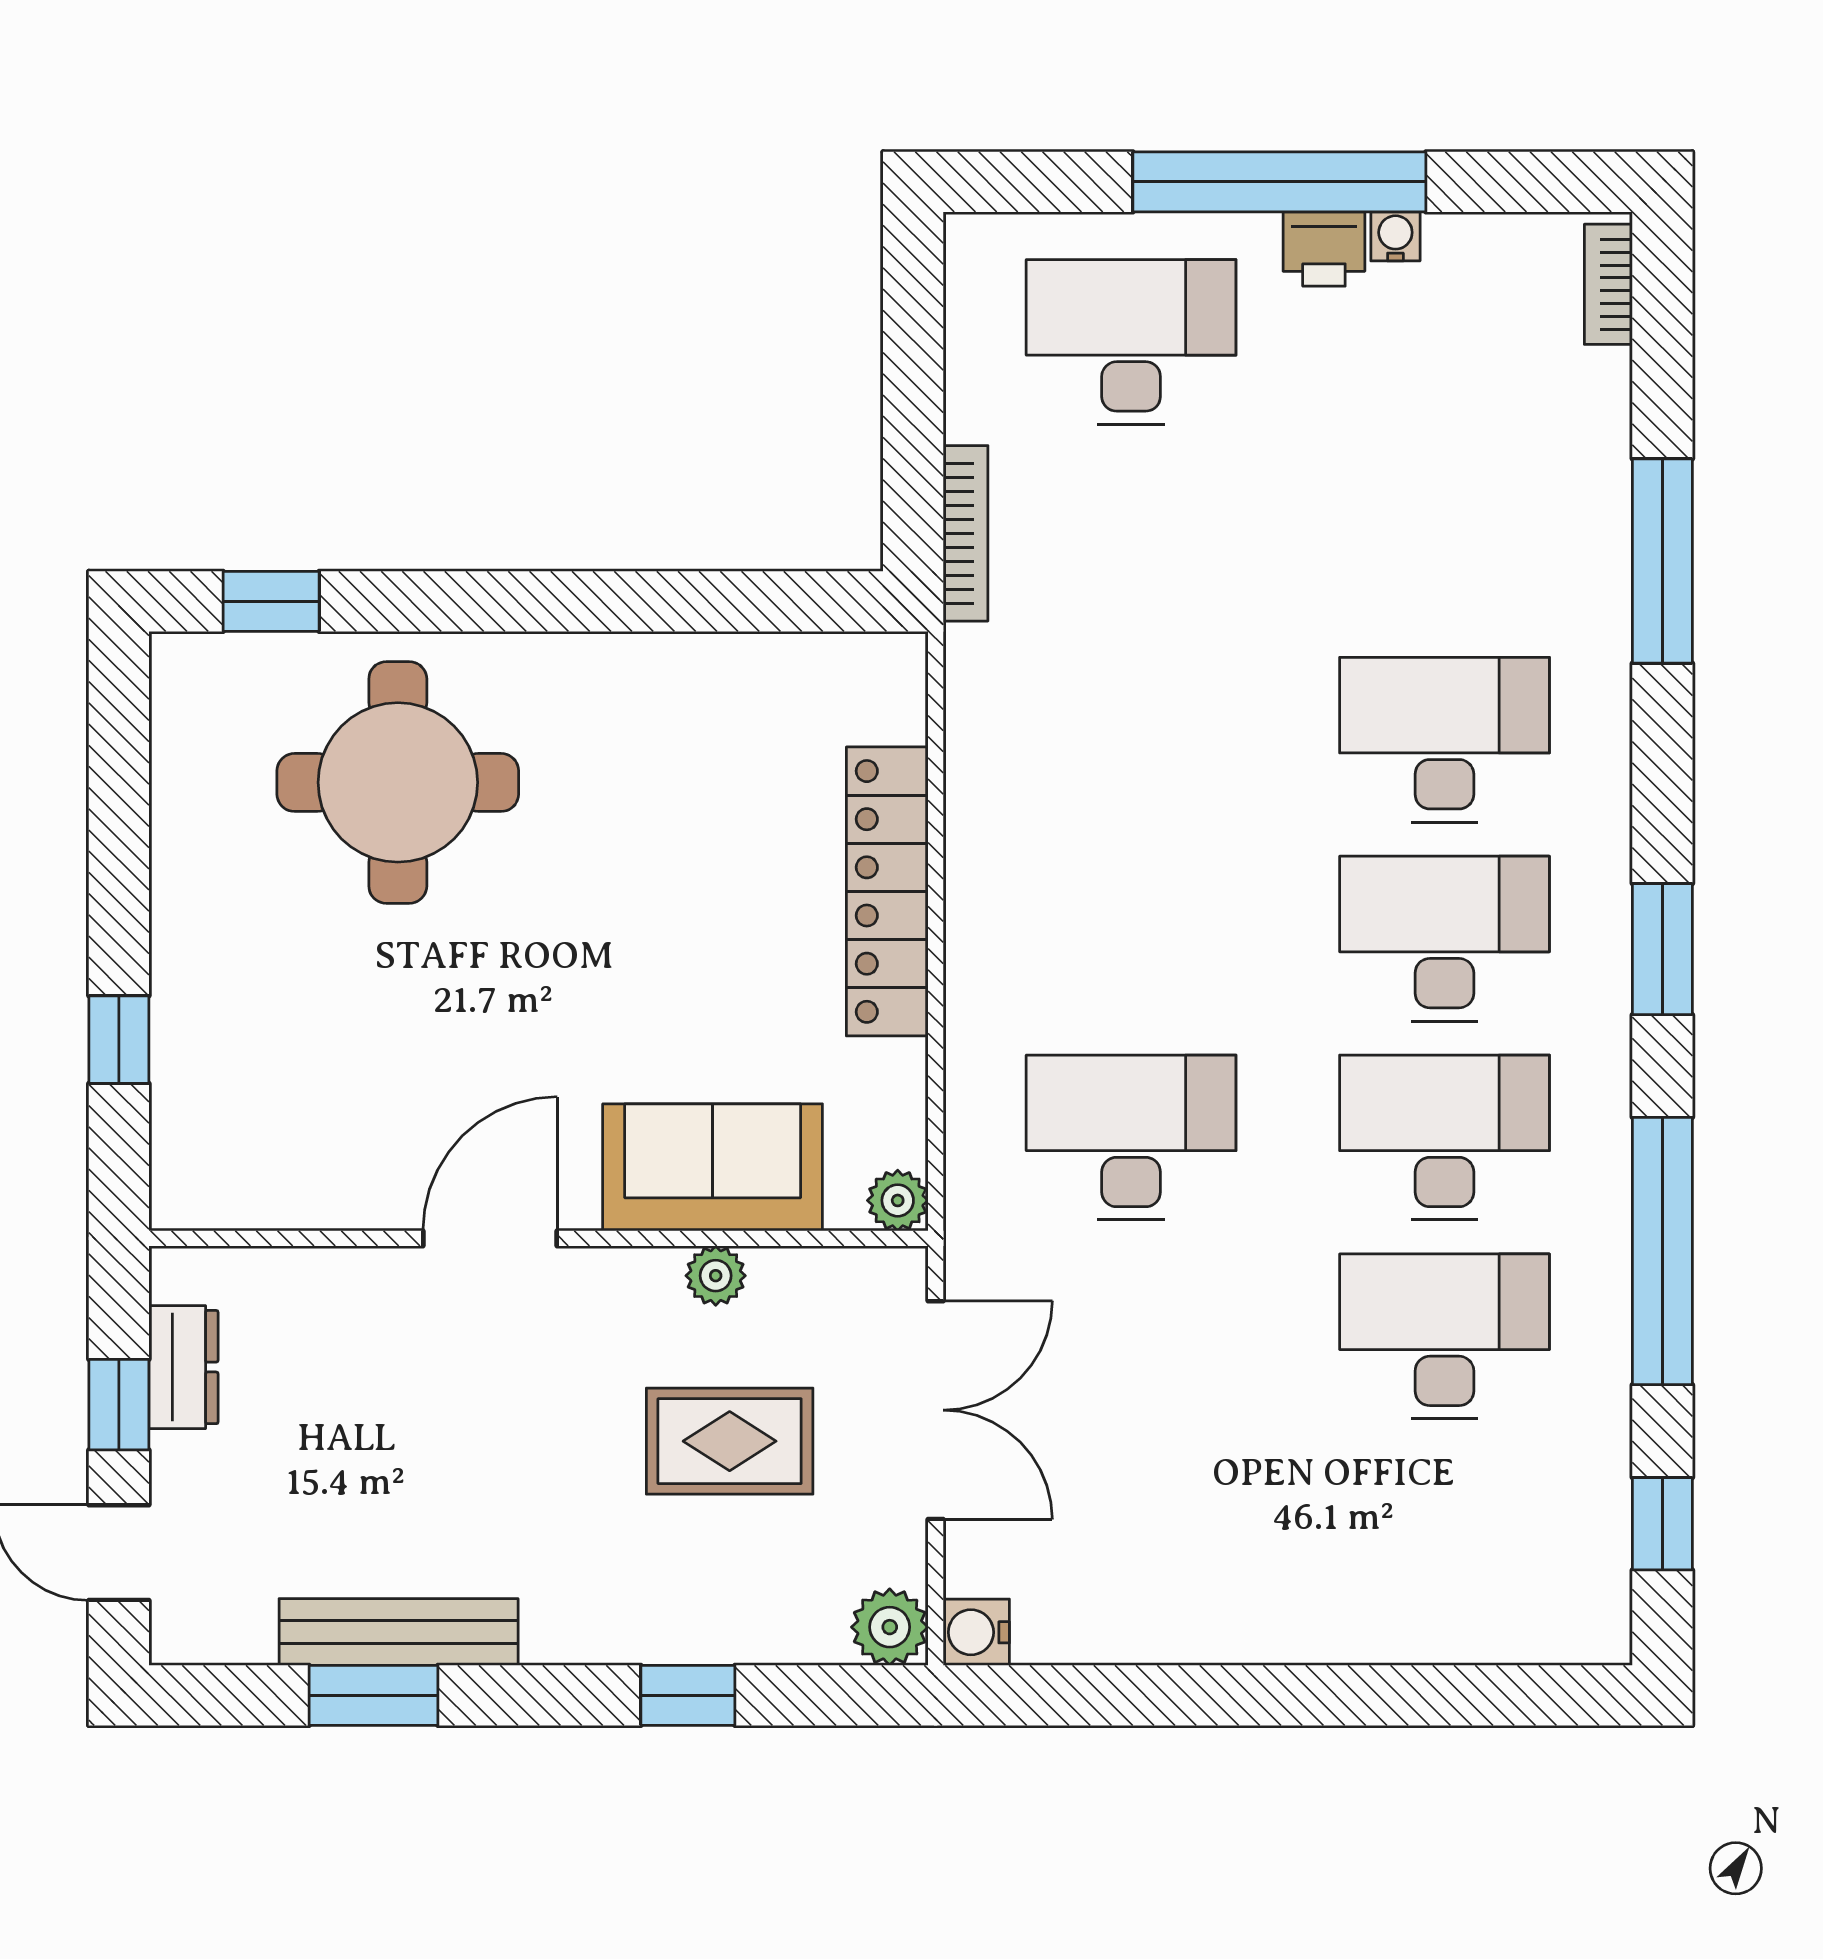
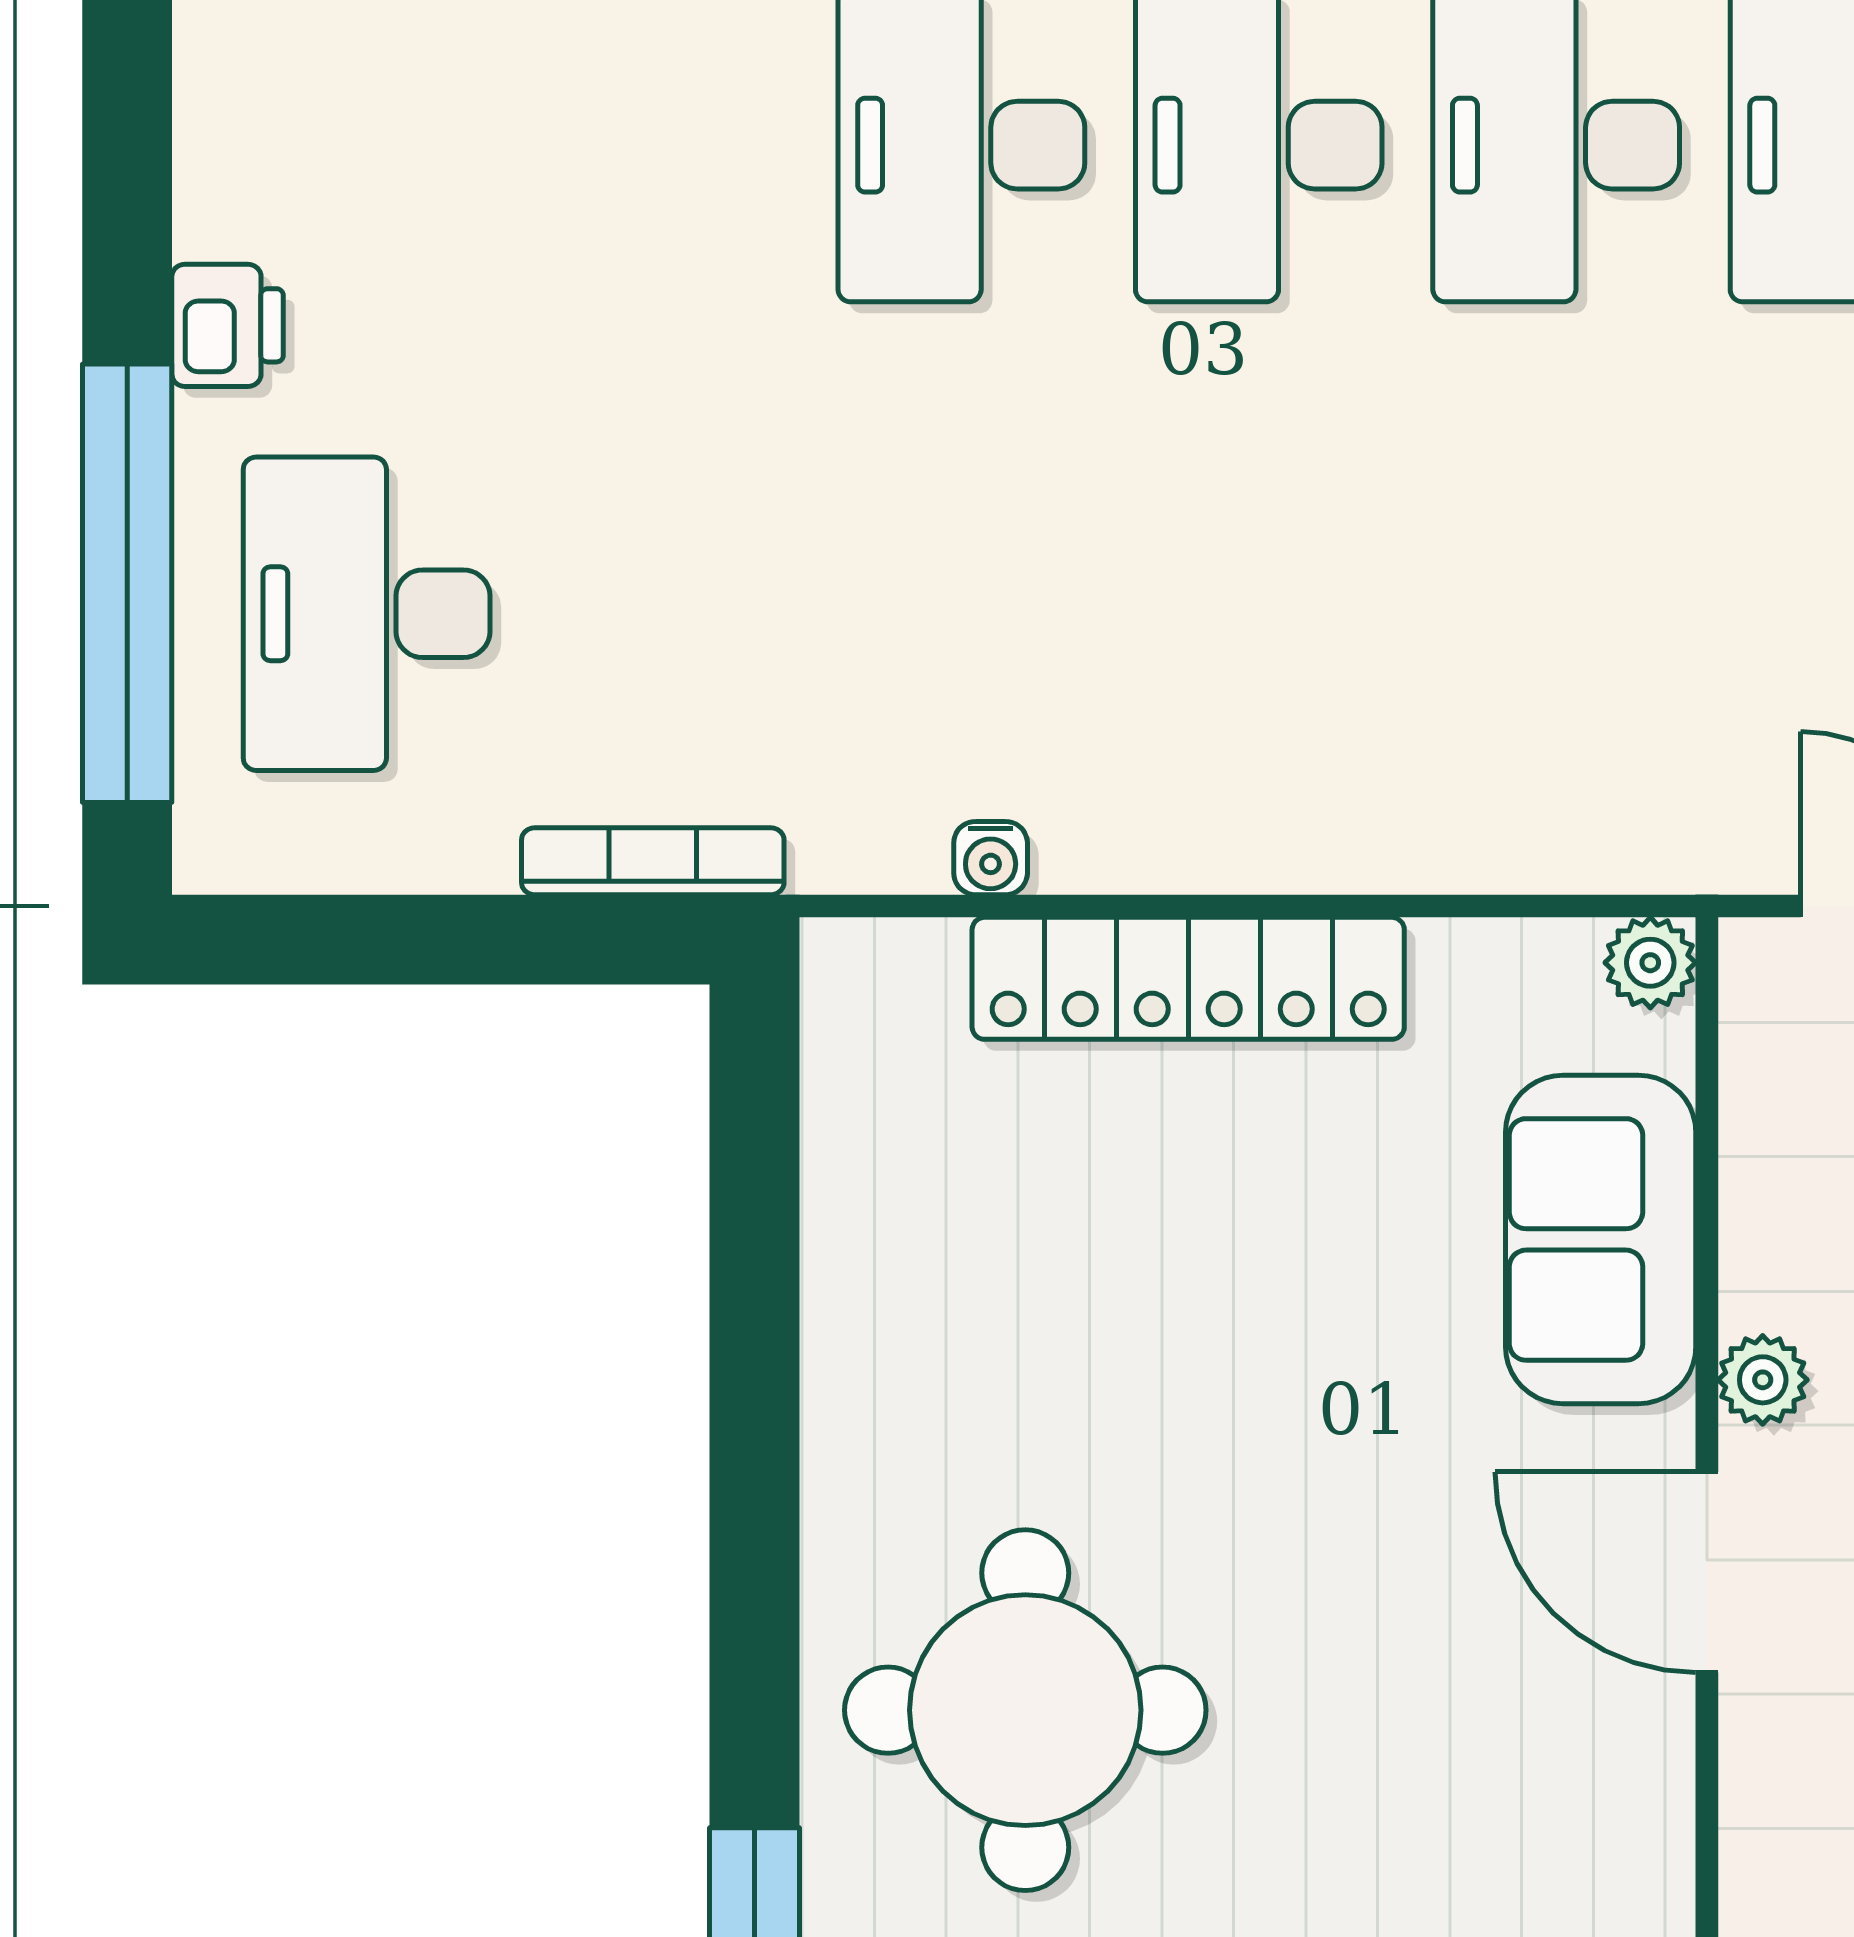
window: (1279, 182) -> (127, 583), moved
water cooler: (1395, 236) -> (991, 858), moved, turned -90
desk: (1131, 1138) -> (1556, 614), removed
plant: (716, 1276) -> (1763, 1380), moved

